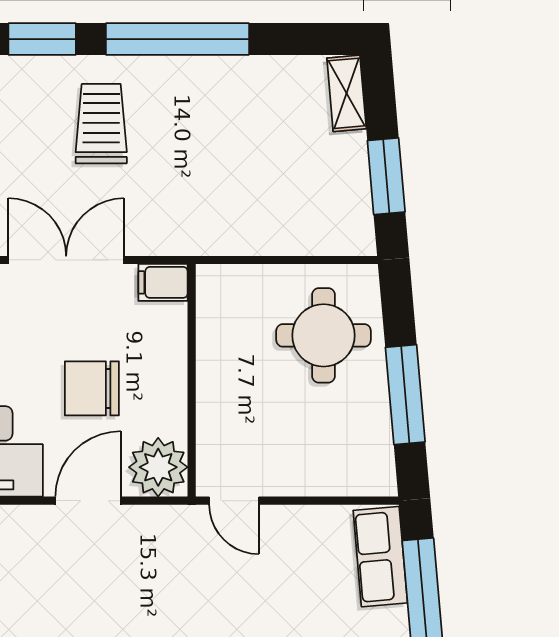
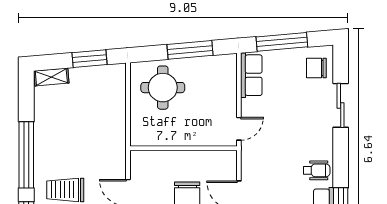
filing cabinet: (163, 282) -> (138, 161), removed
plant: (158, 467) -> (223, 164), removed
row of seats: (380, 557) -> (251, 75), moved, turned -85

